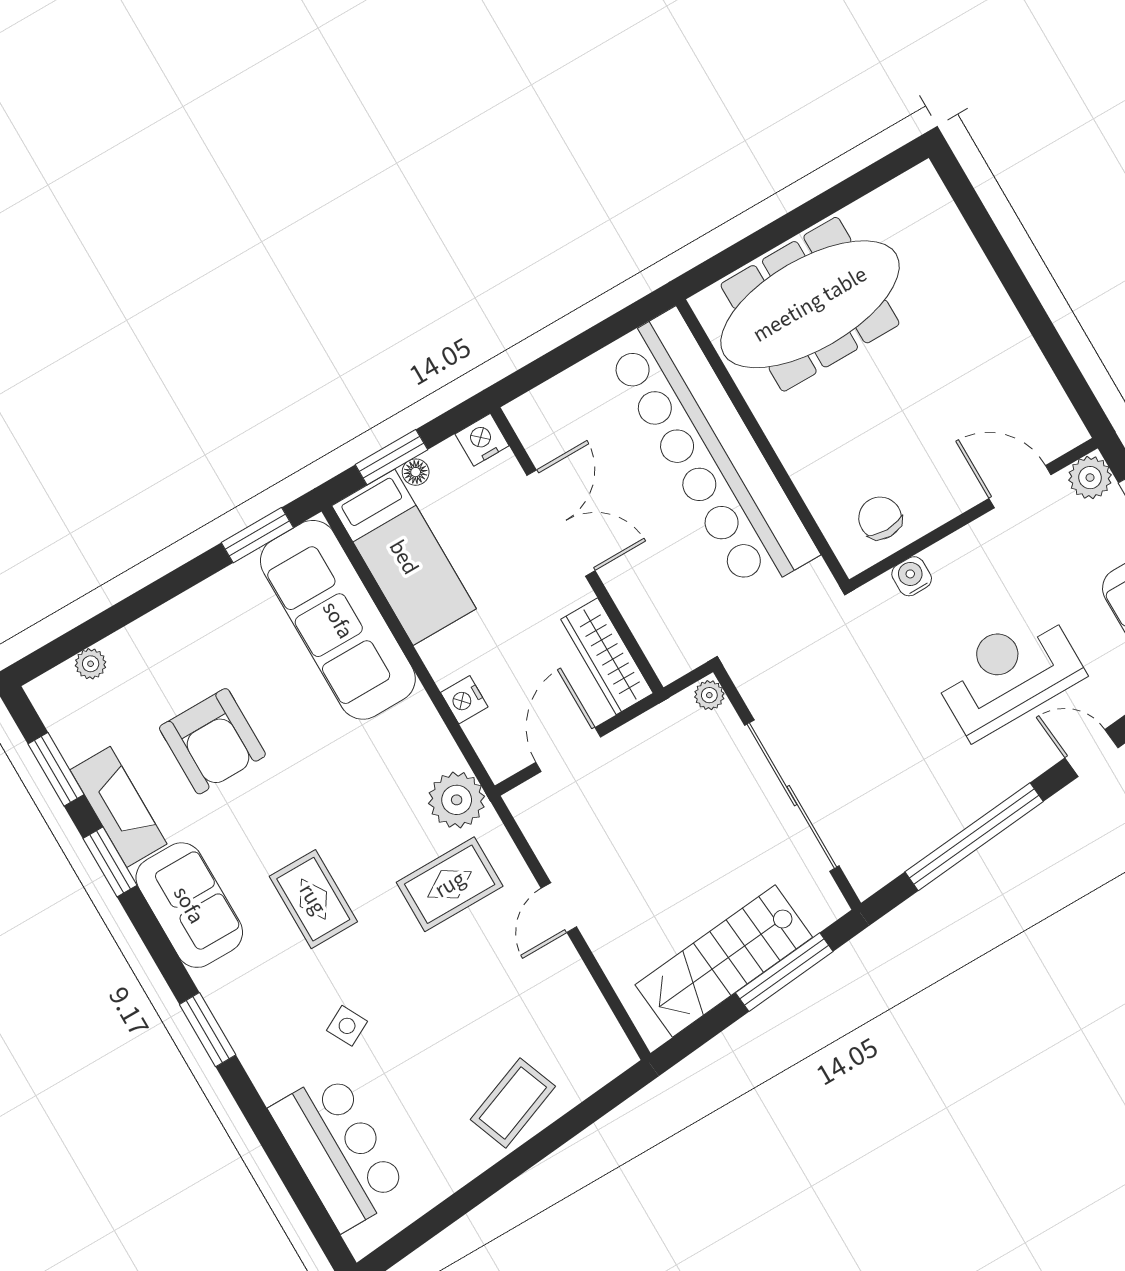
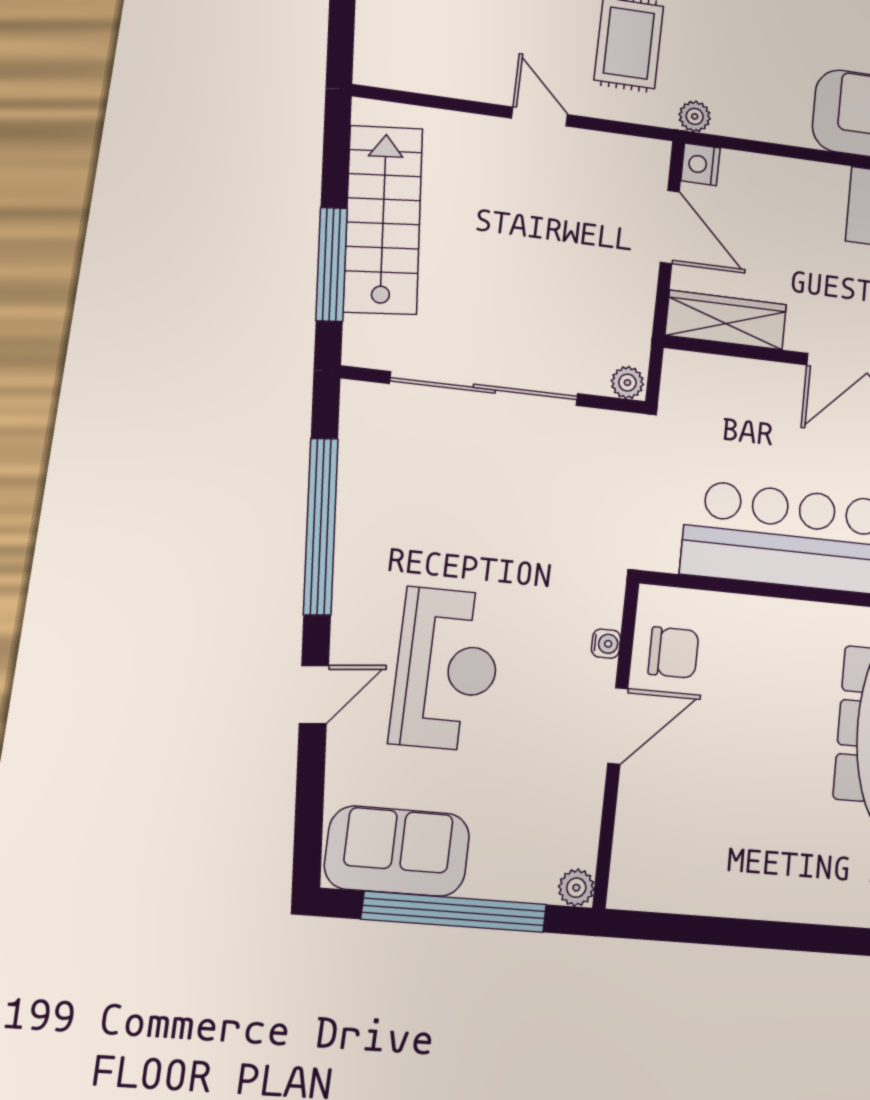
plant: (1090, 478) -> (576, 888), width x0.73, depth x0.73
door: (1020, 487) -> (618, 726), moved
water cooler: (912, 576) -> (606, 644), width x0.72, depth x0.72
nightstand: (464, 700) -> (700, 164), moved, turned -90
plant: (457, 800) -> (695, 116), width x0.53, depth x0.53

